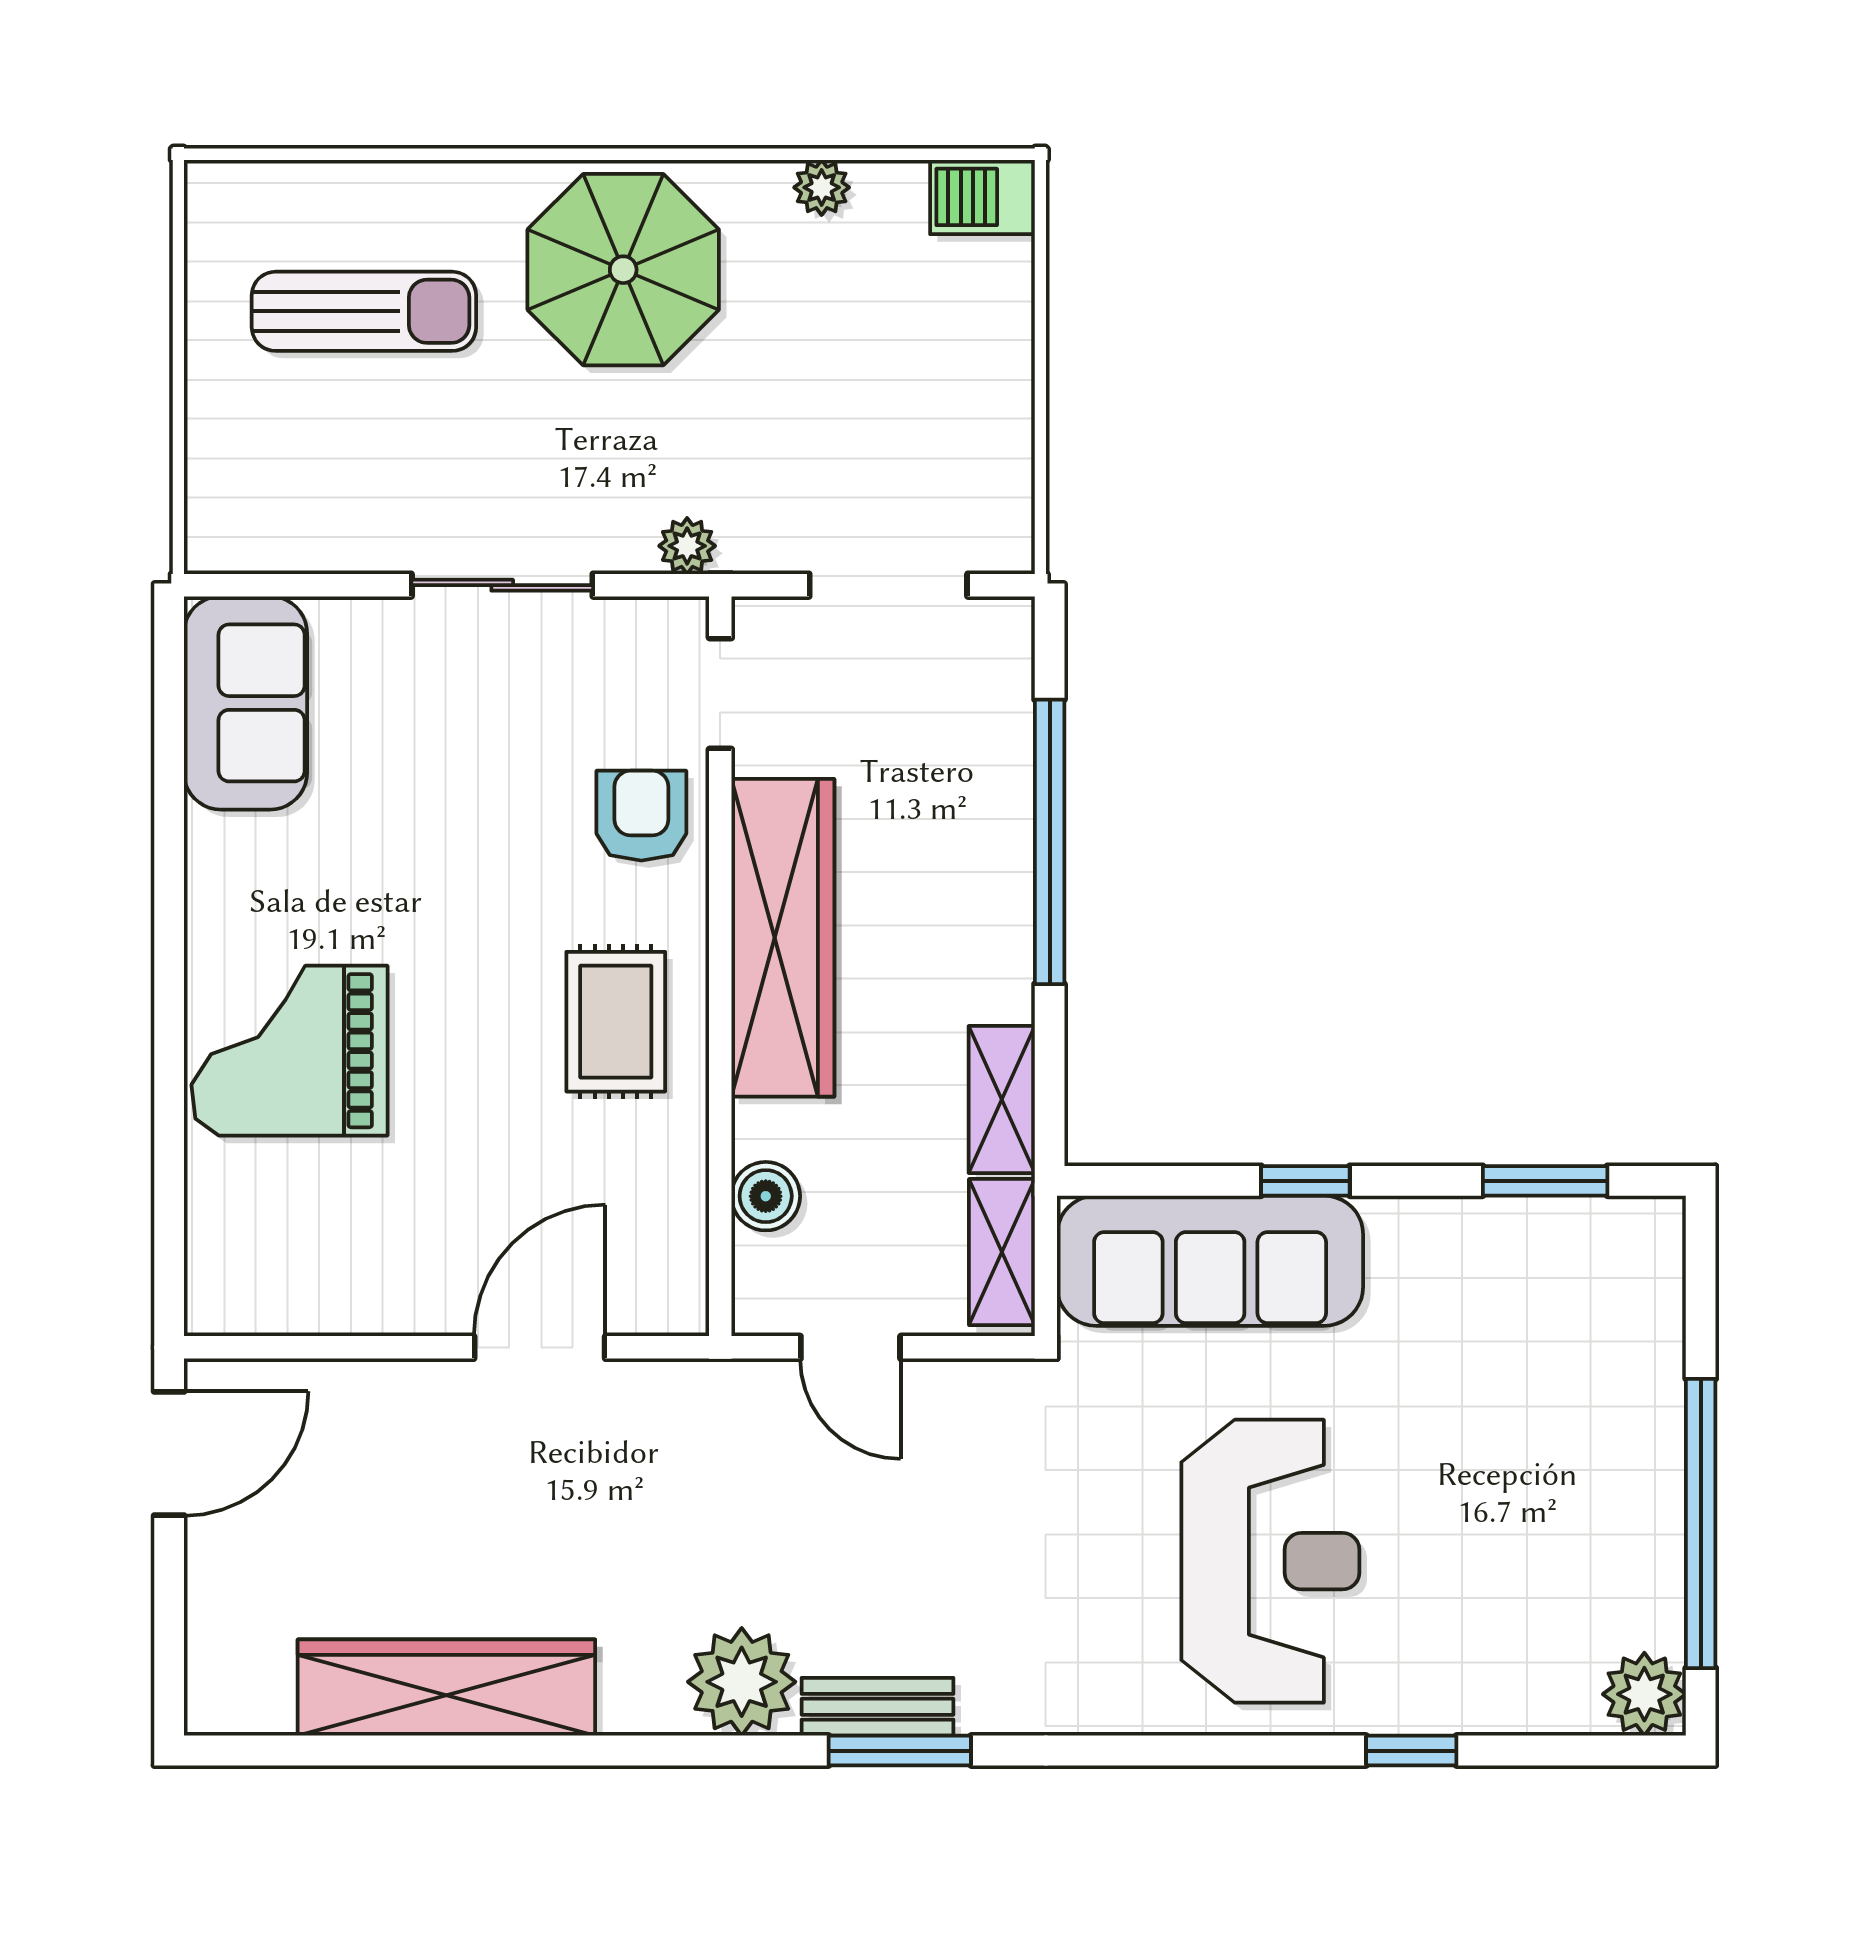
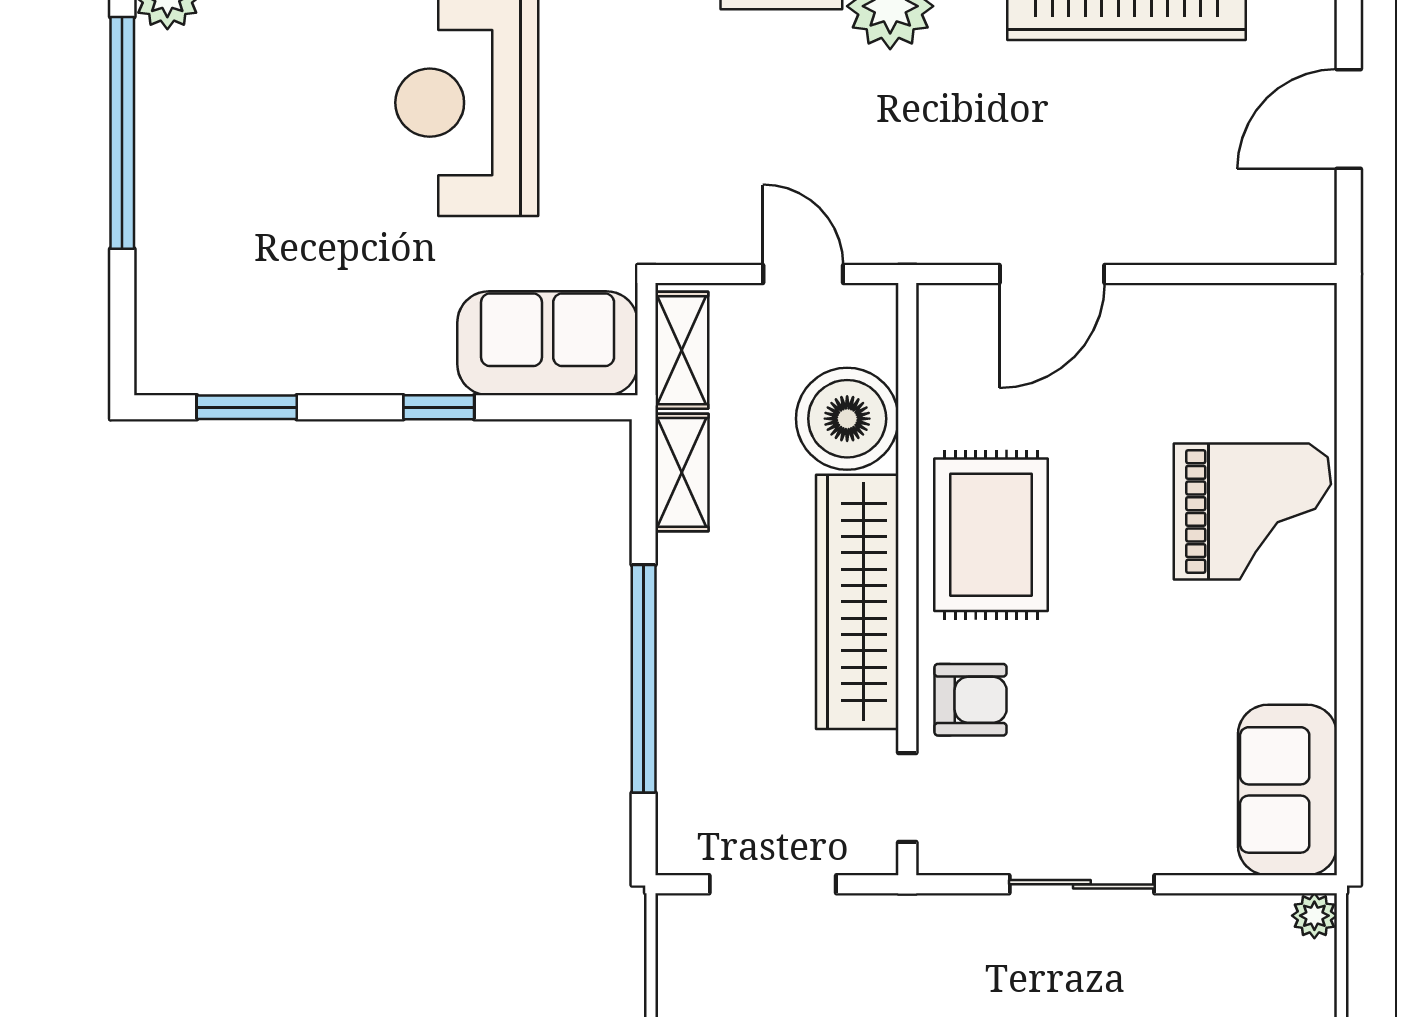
plant: (687, 546) -> (1314, 916), moved
armchair: (641, 816) -> (970, 700), turned -90
rug: (616, 1022) -> (991, 535), width x1.36, depth x1.43
boiler: (766, 1196) -> (847, 419), width x1.86, depth x1.86
sofa: (1210, 1261) -> (548, 343), width x0.73
door: (169, 1454) -> (1349, 119), moved

